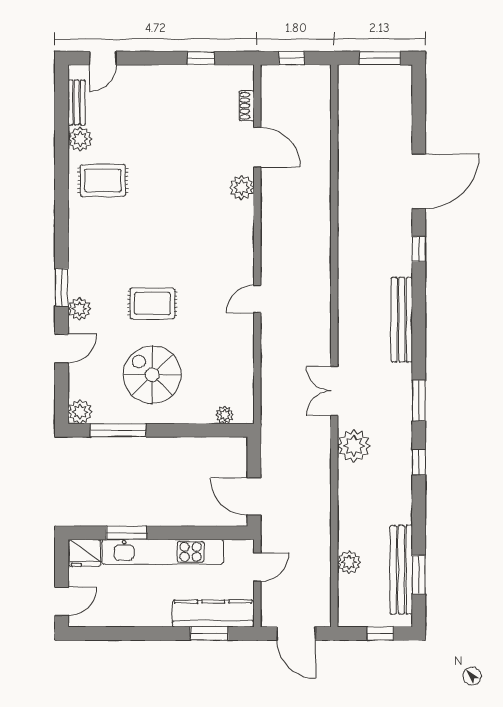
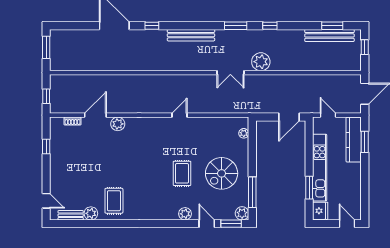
window: (62, 287) -> (231, 224), moved
door: (257, 299) -> (180, 115), swing flipped
plant: (349, 562) -> (325, 64), removed

